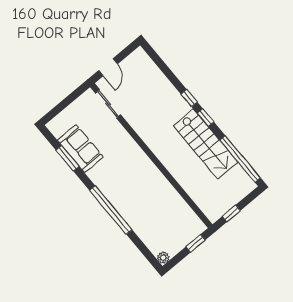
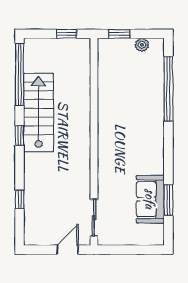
window: (189, 98) -> (20, 199), moved
window: (111, 210) -> (168, 89), moved
plant: (163, 258) -> (142, 45), moved

